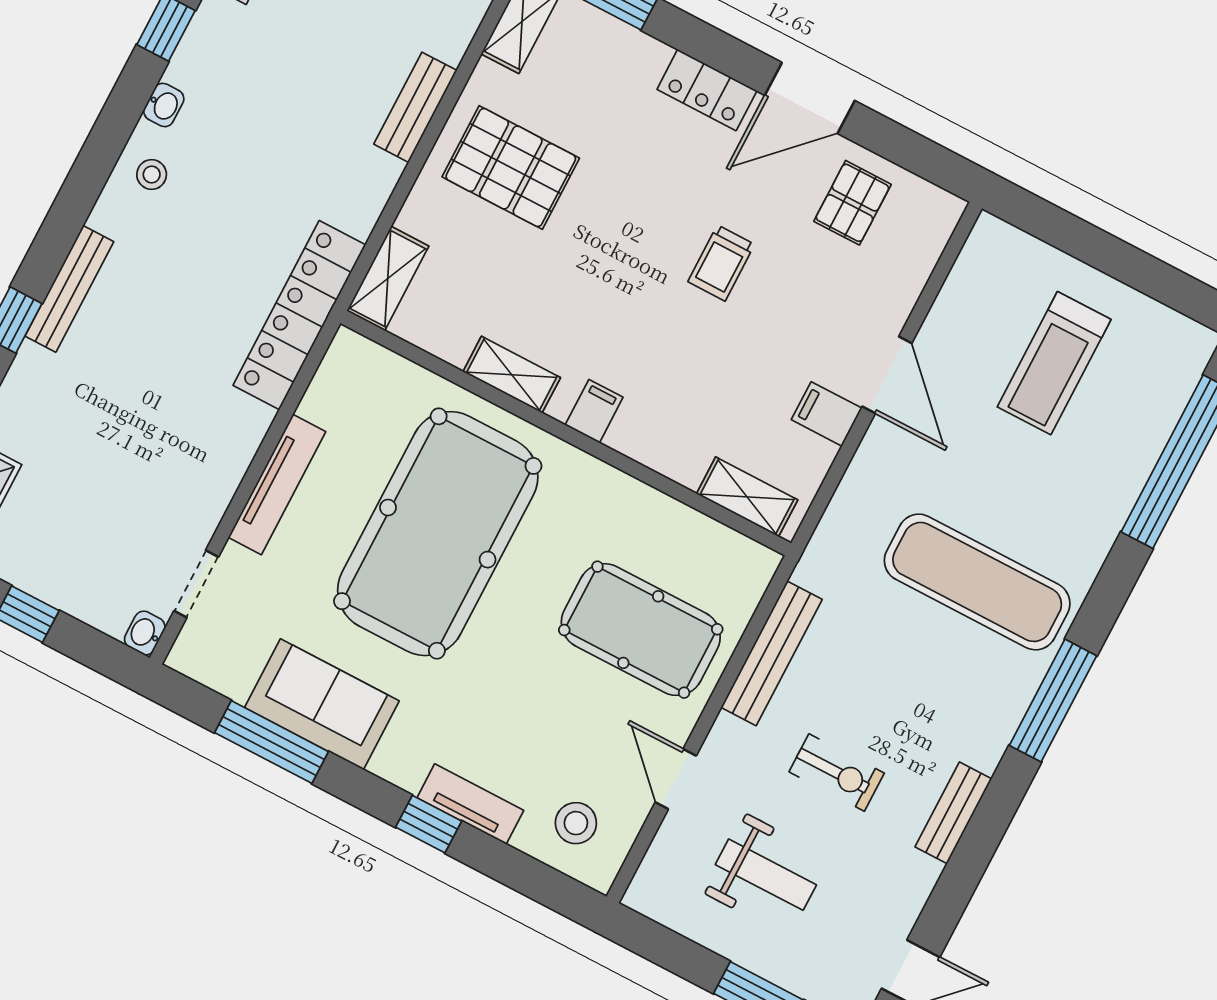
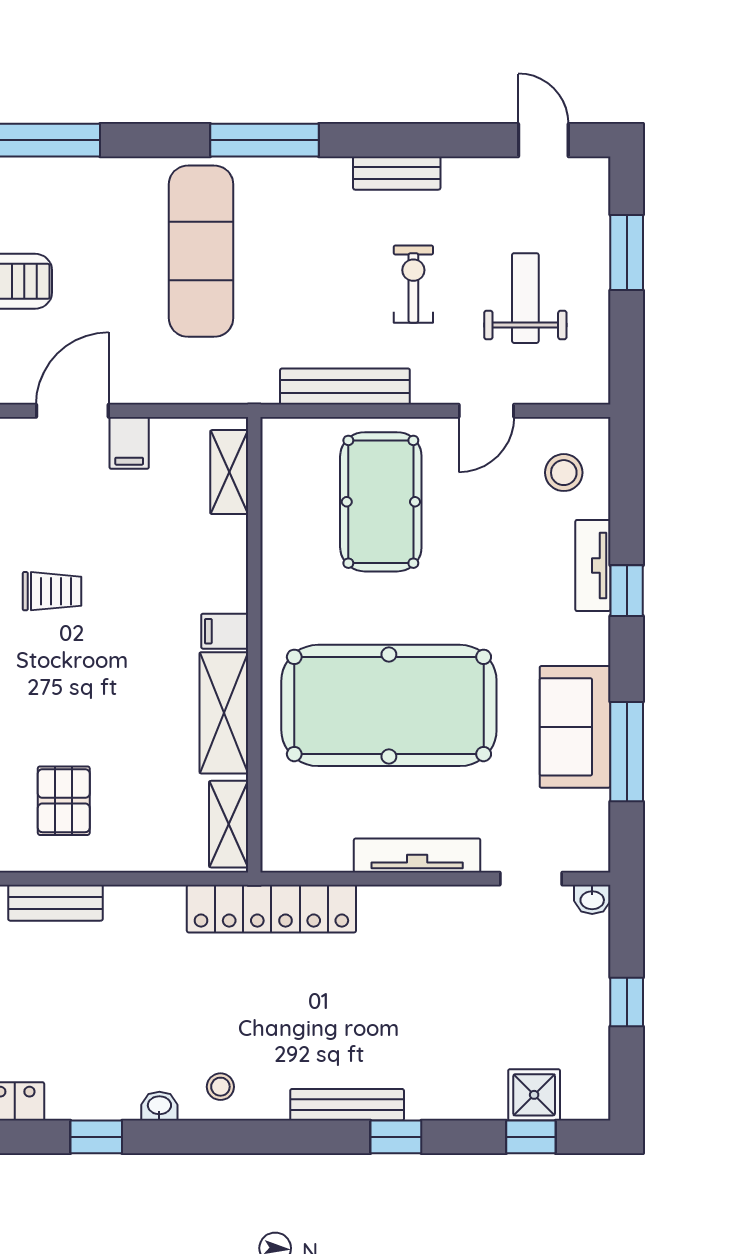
pallet: (511, 168) -> (64, 801), width x0.67, depth x0.71
shelving: (388, 279) -> (229, 824), moved, turned 90
shelving: (512, 375) -> (224, 713), width x1.50, depth x1.33

